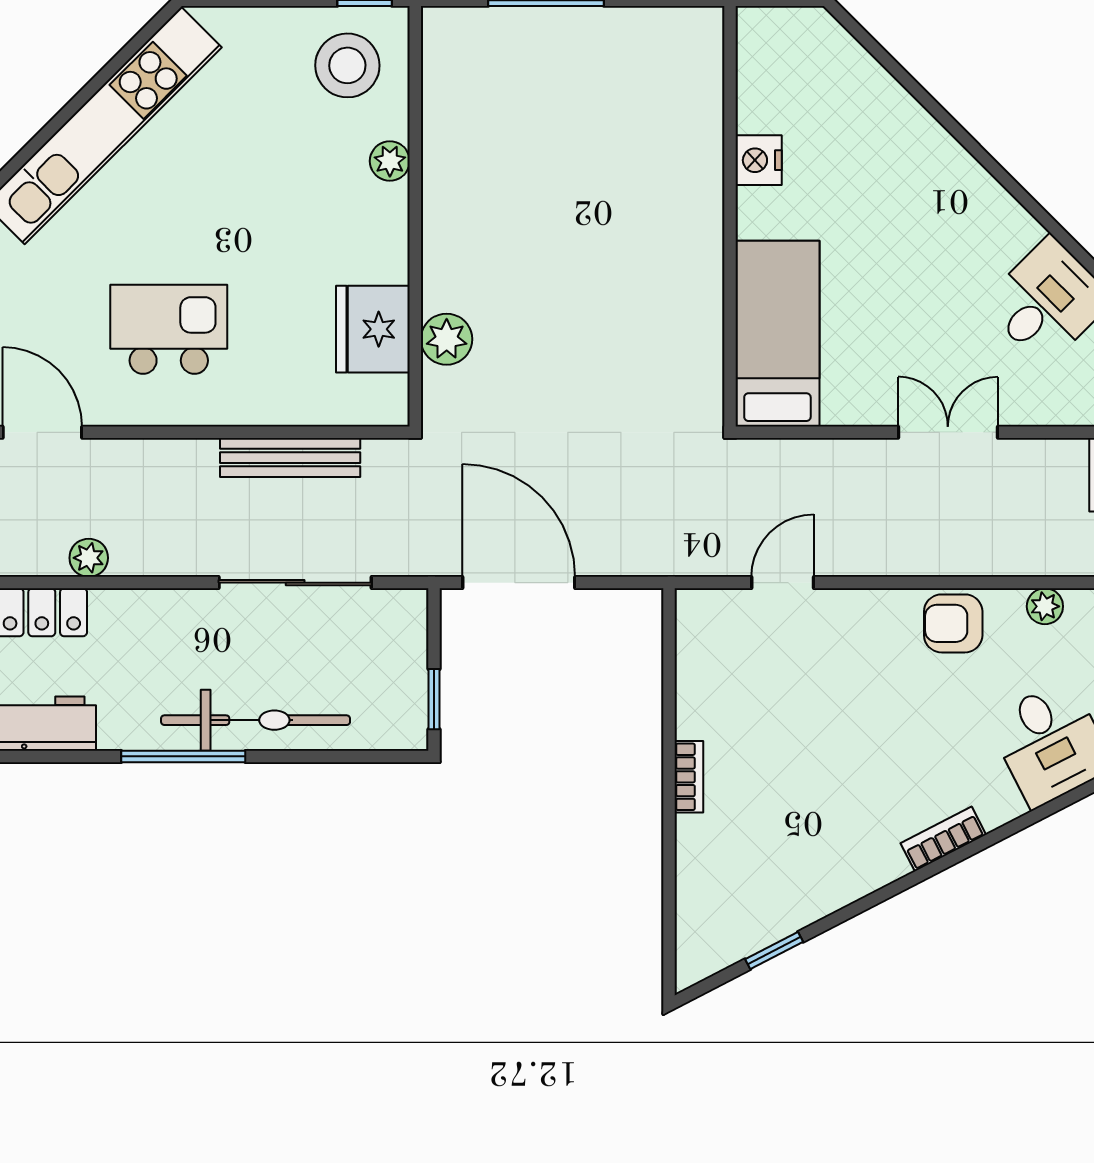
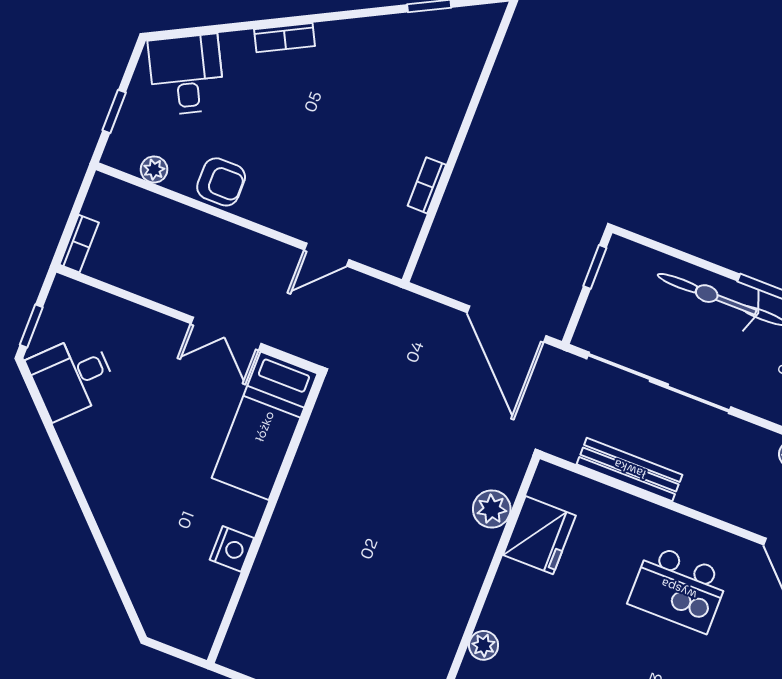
double door: (948, 432) -> (226, 334), moved
sliding door: (295, 583) -> (659, 383), width x1.36
bookcase: (689, 777) -> (427, 185), moved

